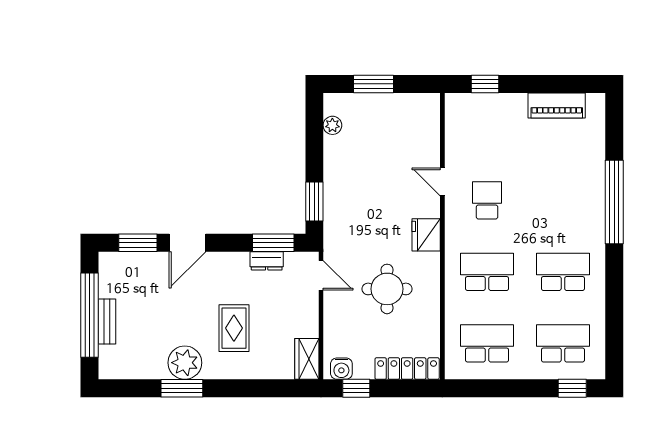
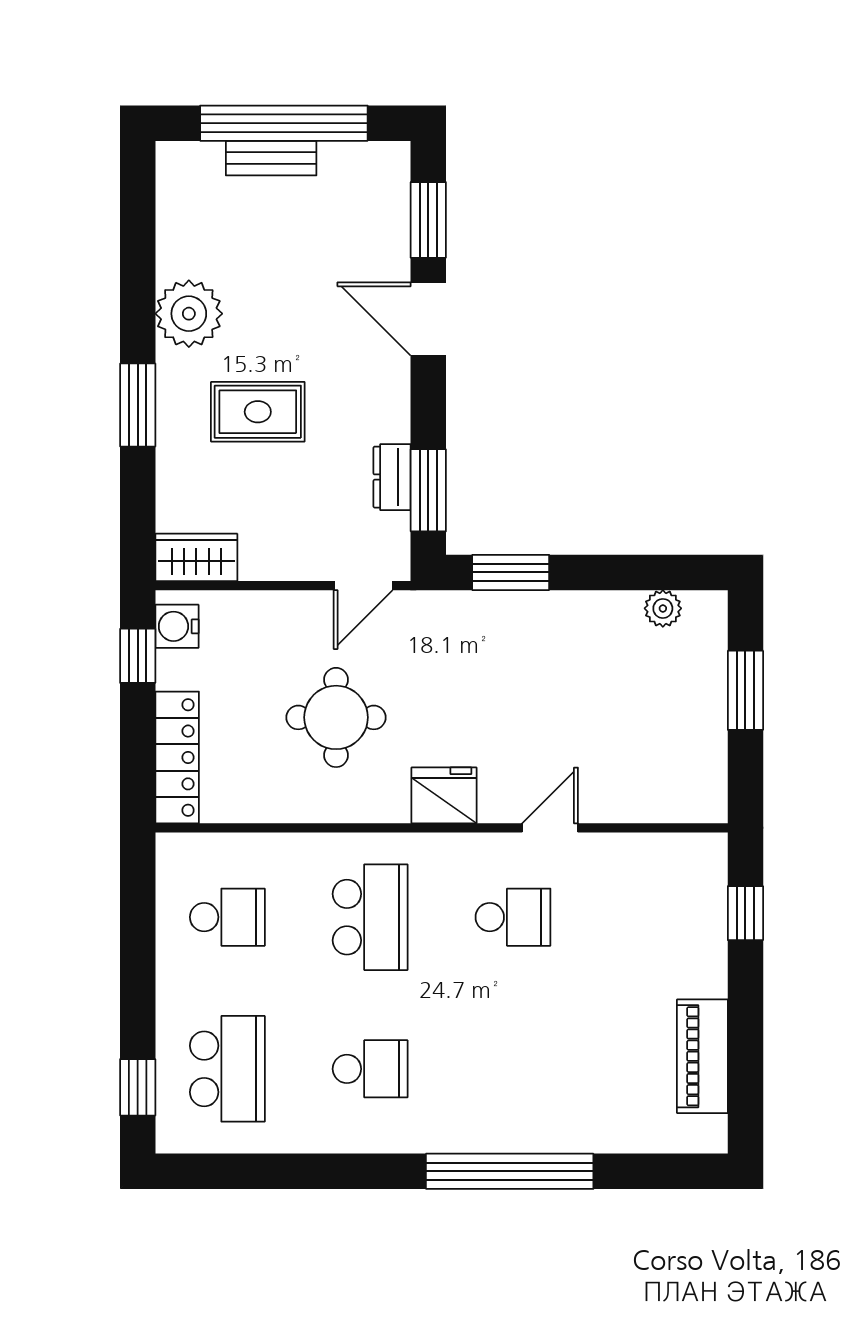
school desk: (563, 272) -> (370, 1069), width x0.54
school desk: (487, 343) -> (227, 917), width x0.54
window: (182, 388) -> (138, 405), moved

